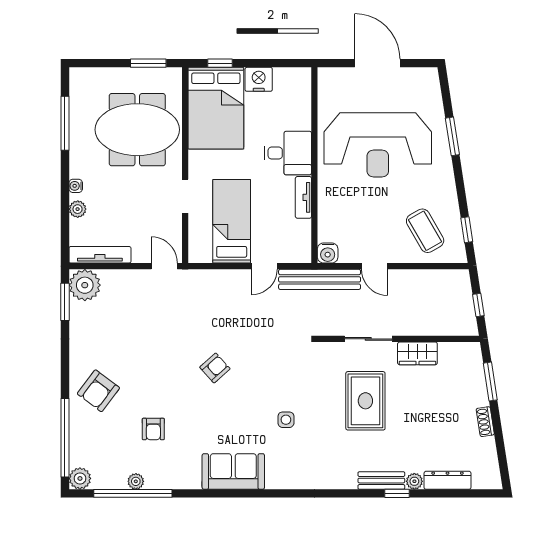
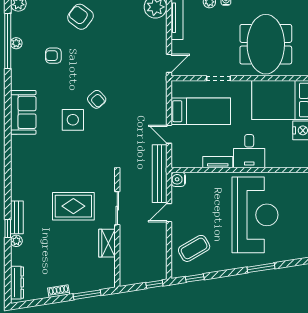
reception desk: (378, 145) -> (255, 215), turned 180
window: (478, 305) -> (154, 284), moved
side table: (286, 420) -> (73, 120), moved, width x1.87, depth x1.87
dresser: (448, 480) -> (17, 283), moved

